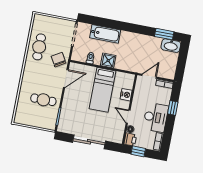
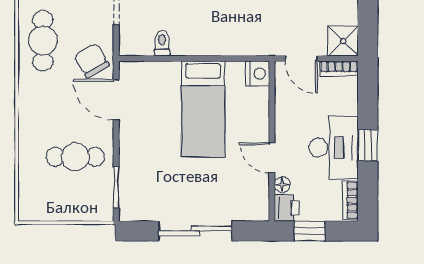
shower: (108, 61) -> (343, 41), moved
door: (149, 76) -> (301, 58), swing flipped
door: (66, 79) -> (116, 100), swing flipped
nightstand: (126, 95) -> (258, 74), moved
window: (173, 108) -> (368, 145), moved

